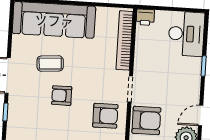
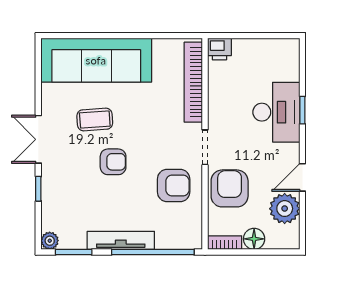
desk: (186, 34) -> (276, 112), moved
armchair: (62, 96) -> (113, 162), turned 180
armchair: (146, 120) -> (230, 188), turned -90

